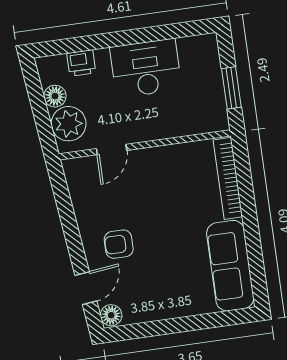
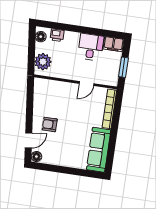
filing cabinet: (198, 48) -> (113, 44), added
desk: (146, 68) -> (91, 47), width x0.73
floor lamp: (55, 96) -> (41, 37), moved
door: (112, 150) -> (87, 84), moved

